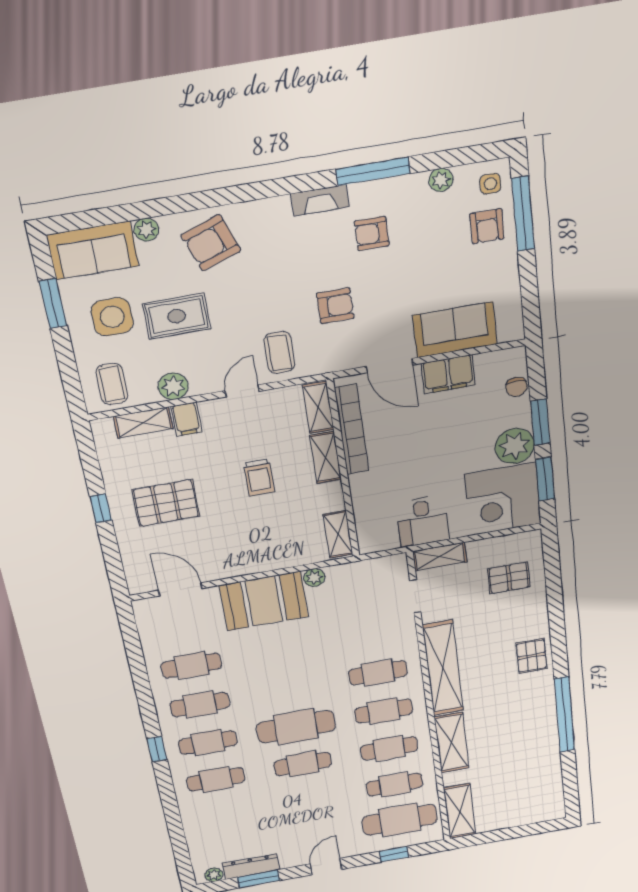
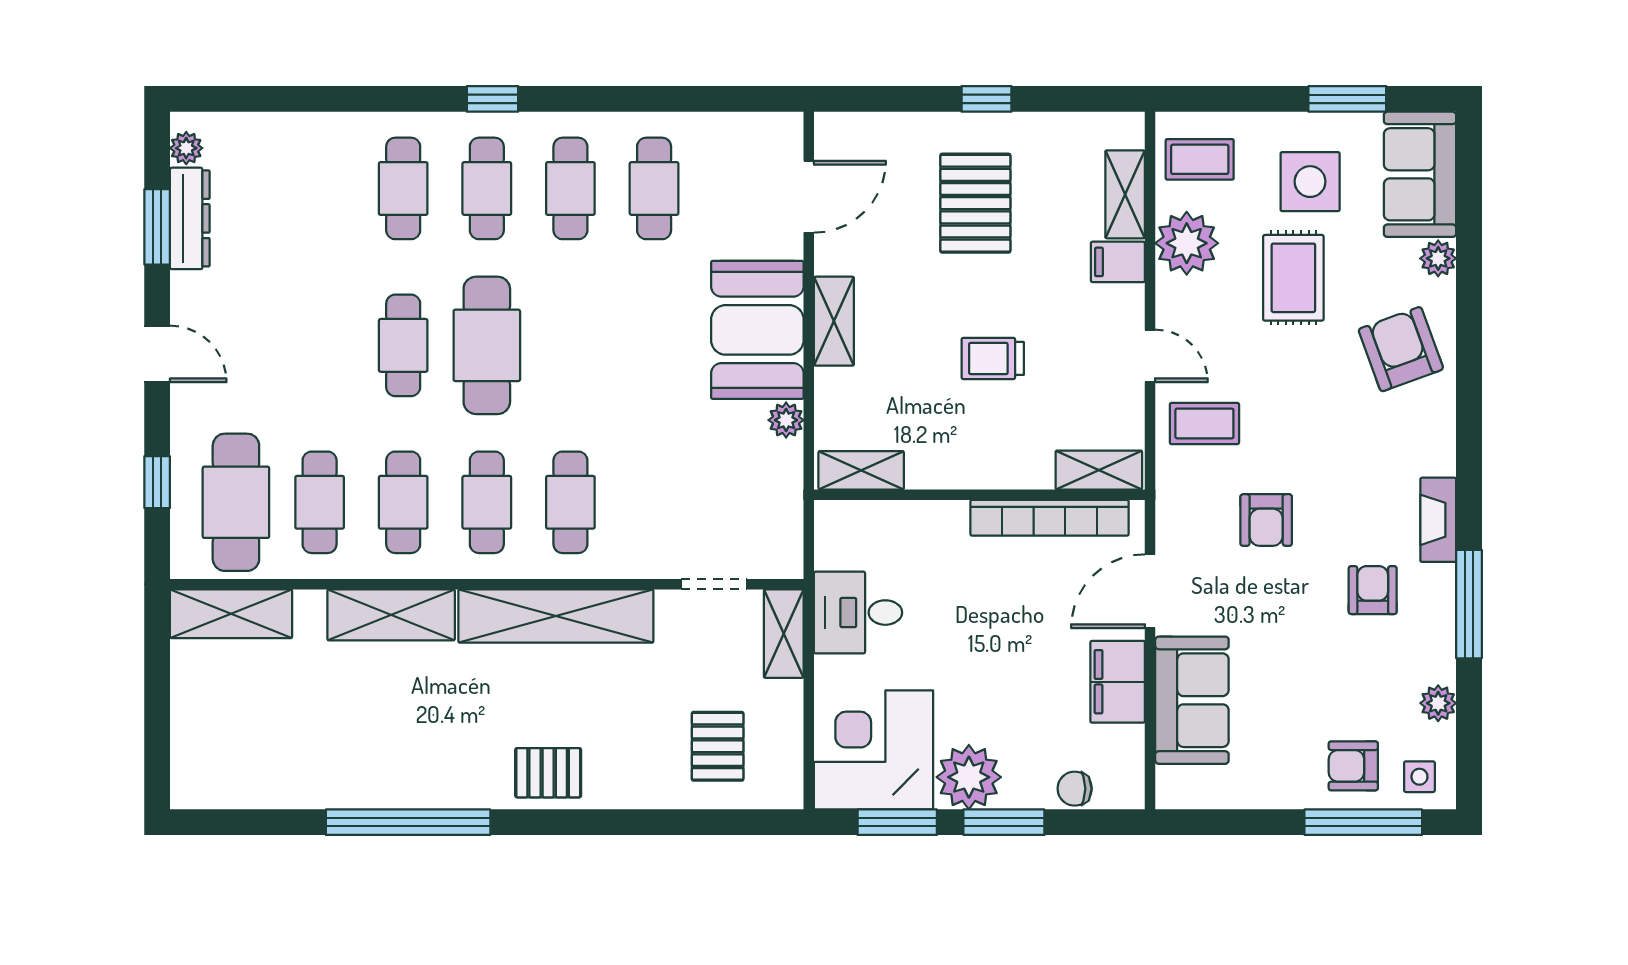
plant: (173, 386) -> (1187, 243), width x1.36, depth x1.36
shelving: (326, 457) -> (834, 321), moved, turned 90

